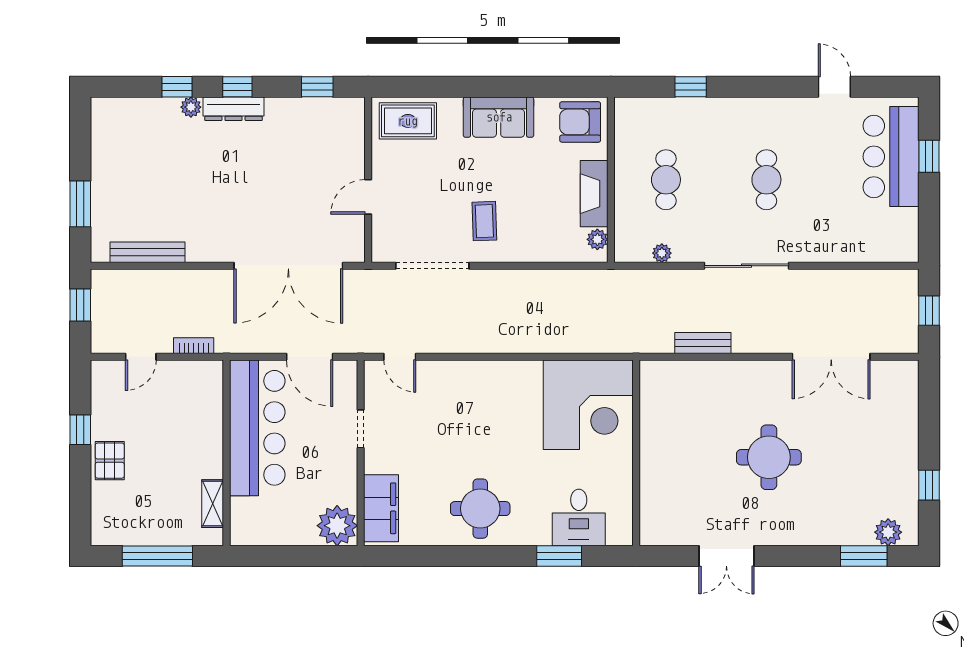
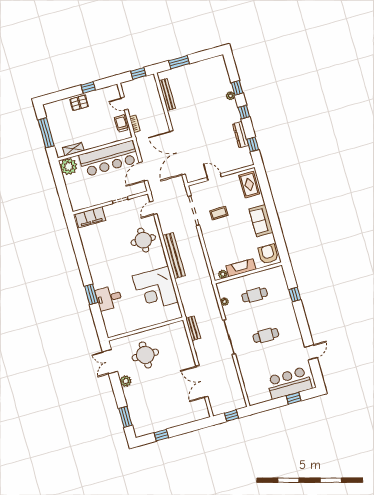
dresser: (234, 109) -> (241, 135), moved
coffee table: (484, 221) -> (219, 213), moved
bench: (523, 340) -> (174, 255), added
trolley: (185, 377) -> (121, 123), added
wall: (636, 453) -> (146, 329), moved
round table: (769, 457) -> (145, 355), moved
round table: (480, 509) -> (143, 240), moved
plant: (337, 526) -> (69, 166), moved
plant: (888, 532) -> (126, 381), moved

